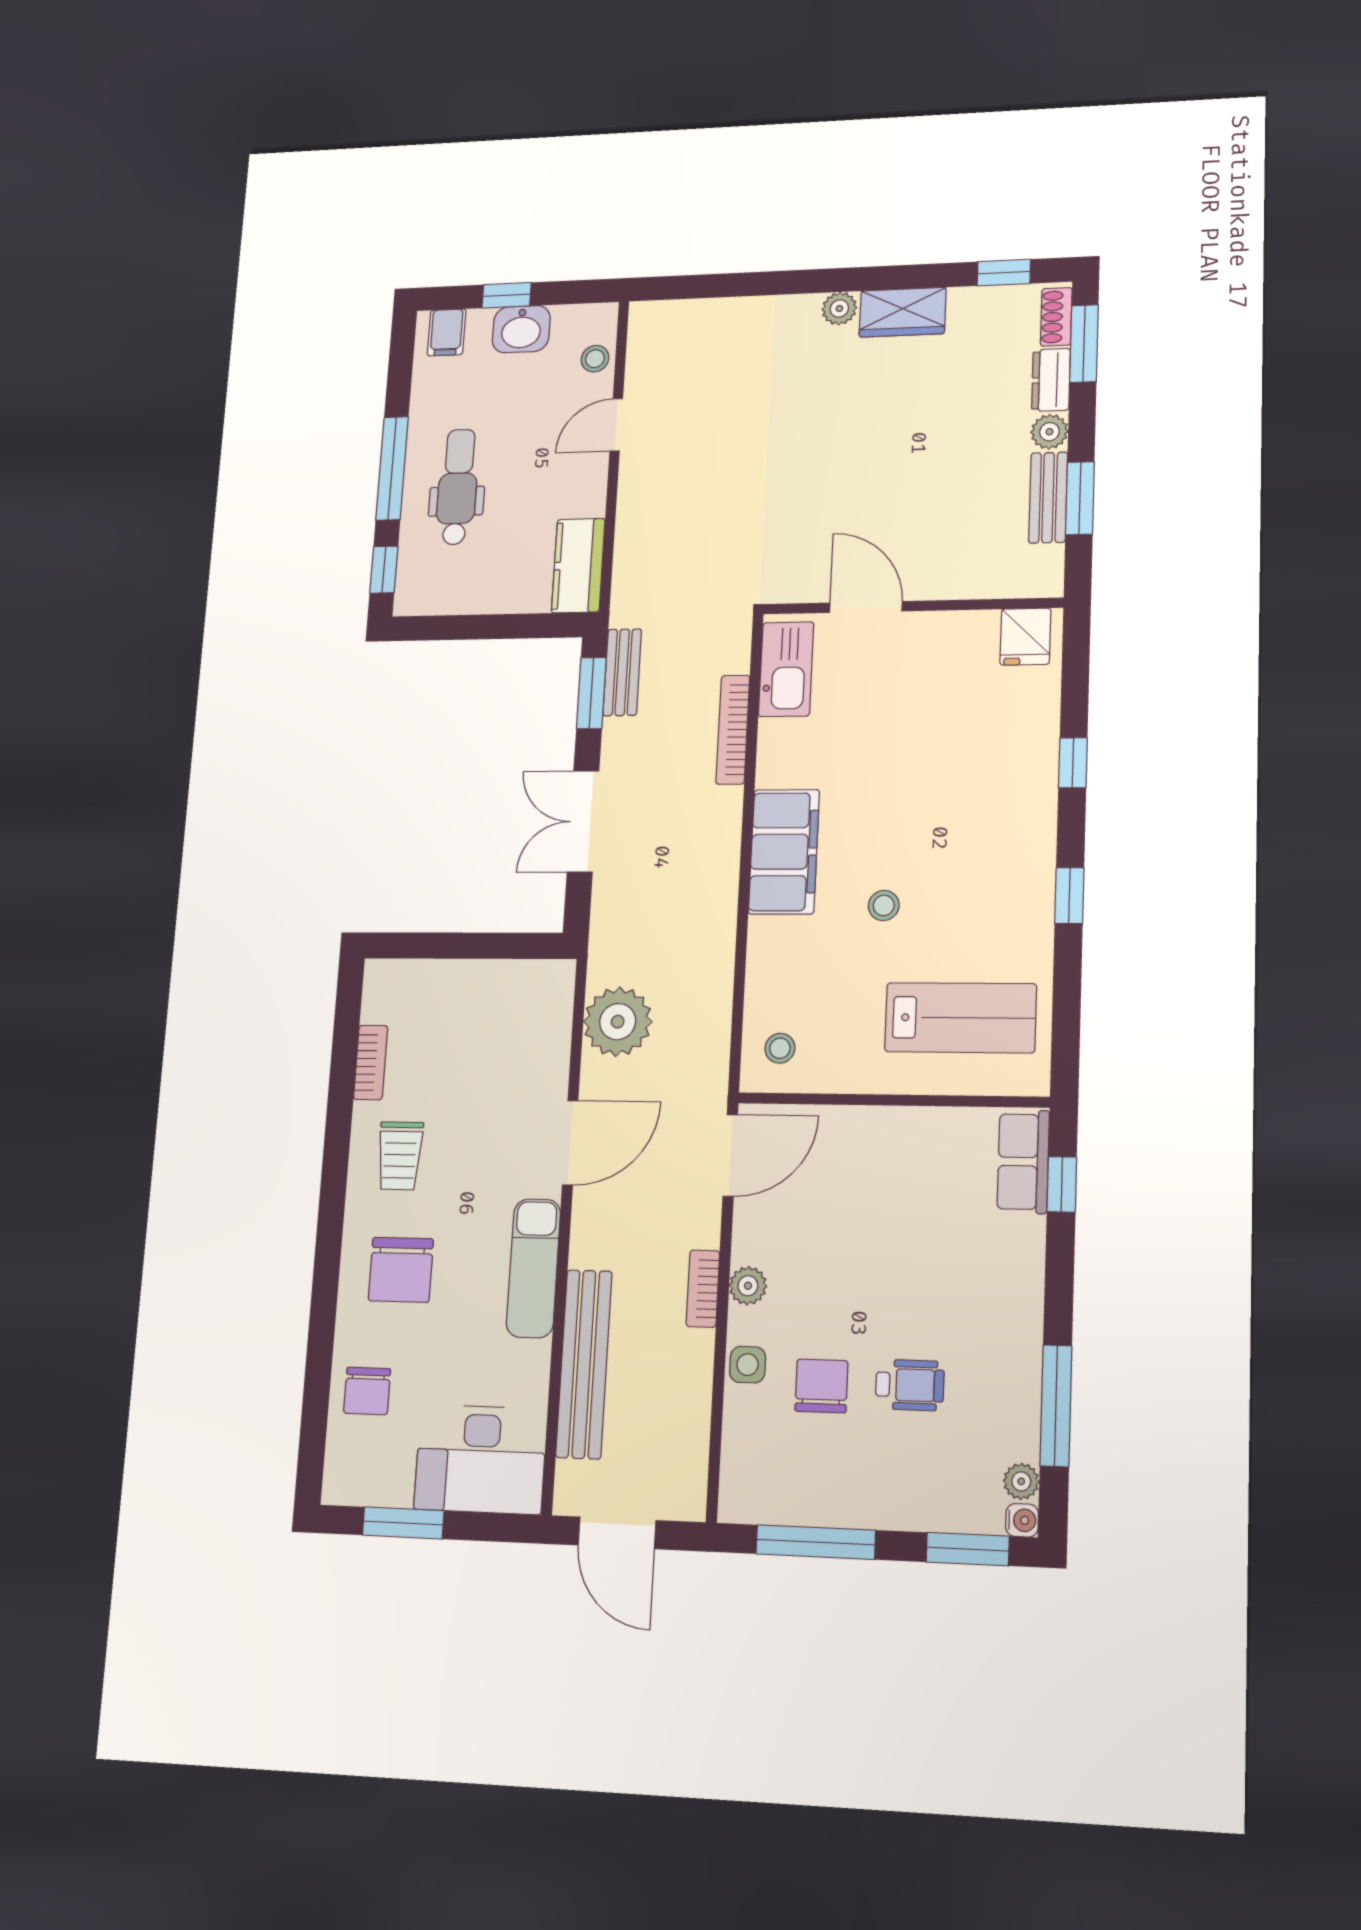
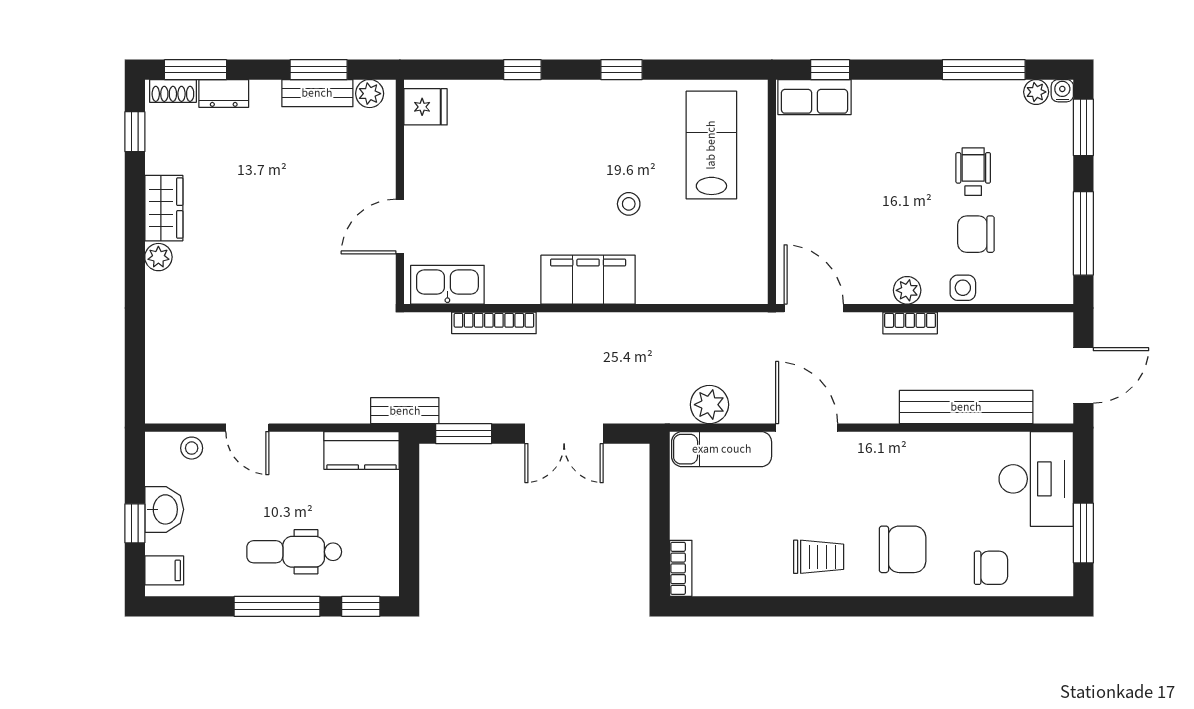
plant: (1049, 432) -> (370, 94), moved
bench: (622, 672) -> (405, 411), moved
plant: (618, 1022) -> (709, 405), width x0.73, depth x0.73
stool: (780, 1048) -> (735, 275), removed
bookcase: (371, 1063) -> (681, 568), moved, turned 90
exam couch: (533, 1268) -> (722, 449), moved

